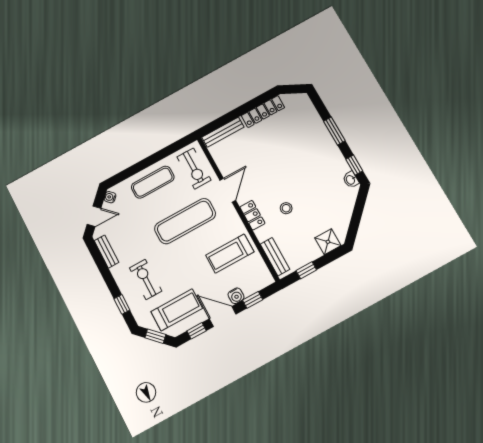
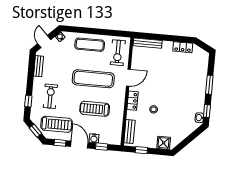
locker: (263, 112) -> (183, 47), width x0.66
door: (94, 216) -> (44, 42), swing flipped
treadmill: (230, 254) -> (95, 109), moved

